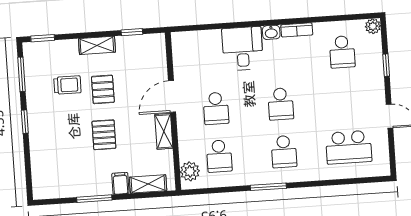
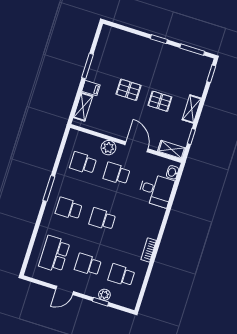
plant: (373, 26) -> (104, 295), moved
washbasin: (271, 32) -> (173, 172), moved
desk: (243, 49) -> (156, 190), moved
trolley: (67, 85) -> (172, 78), removed
school desk: (345, 100) -> (88, 265), added
shelving: (164, 131) -> (172, 150), moved
plant: (190, 171) -> (108, 148), moved

